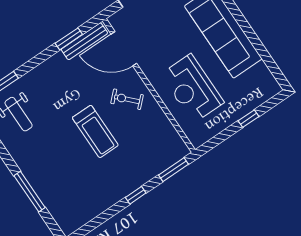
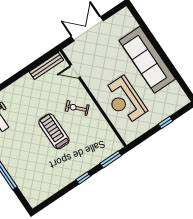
window: (69, 39) -> (35, 64), removed
door: (124, 49) -> (75, 71), width x0.53
treadmill: (95, 131) -> (54, 131), turned 180

